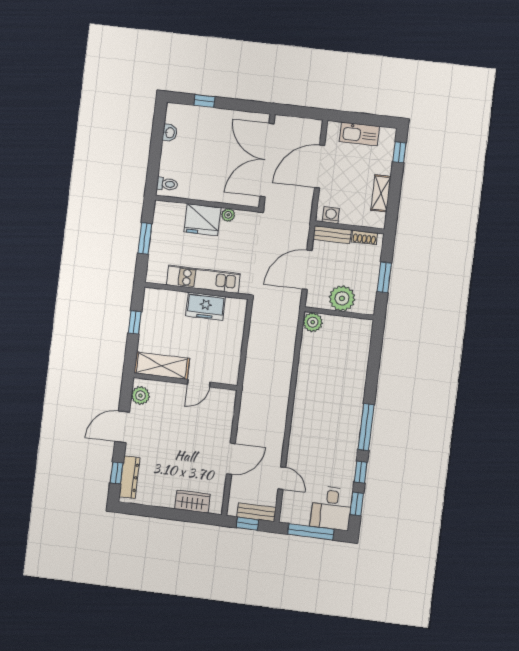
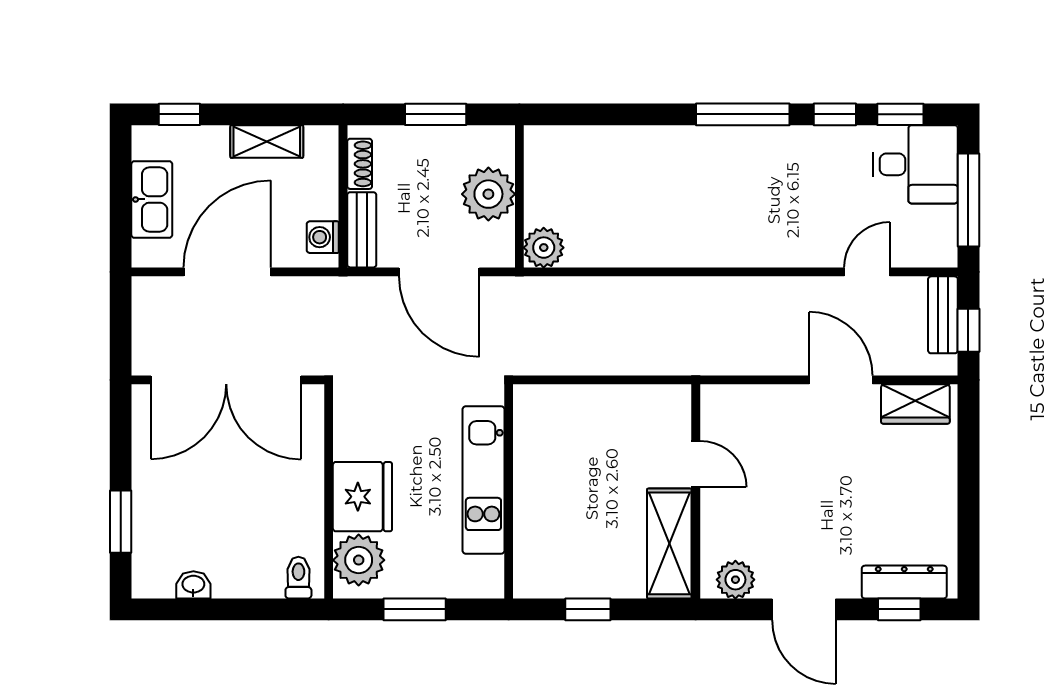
window: (204, 101) -> (121, 522), width x1.50
door: (320, 167) -> (227, 272), swing flipped
plant: (228, 215) -> (359, 560), moved, width x1.87, depth x1.87
freezer: (206, 306) -> (538, 469), removed
wardrobe: (192, 502) -> (915, 404), moved, turned -90

